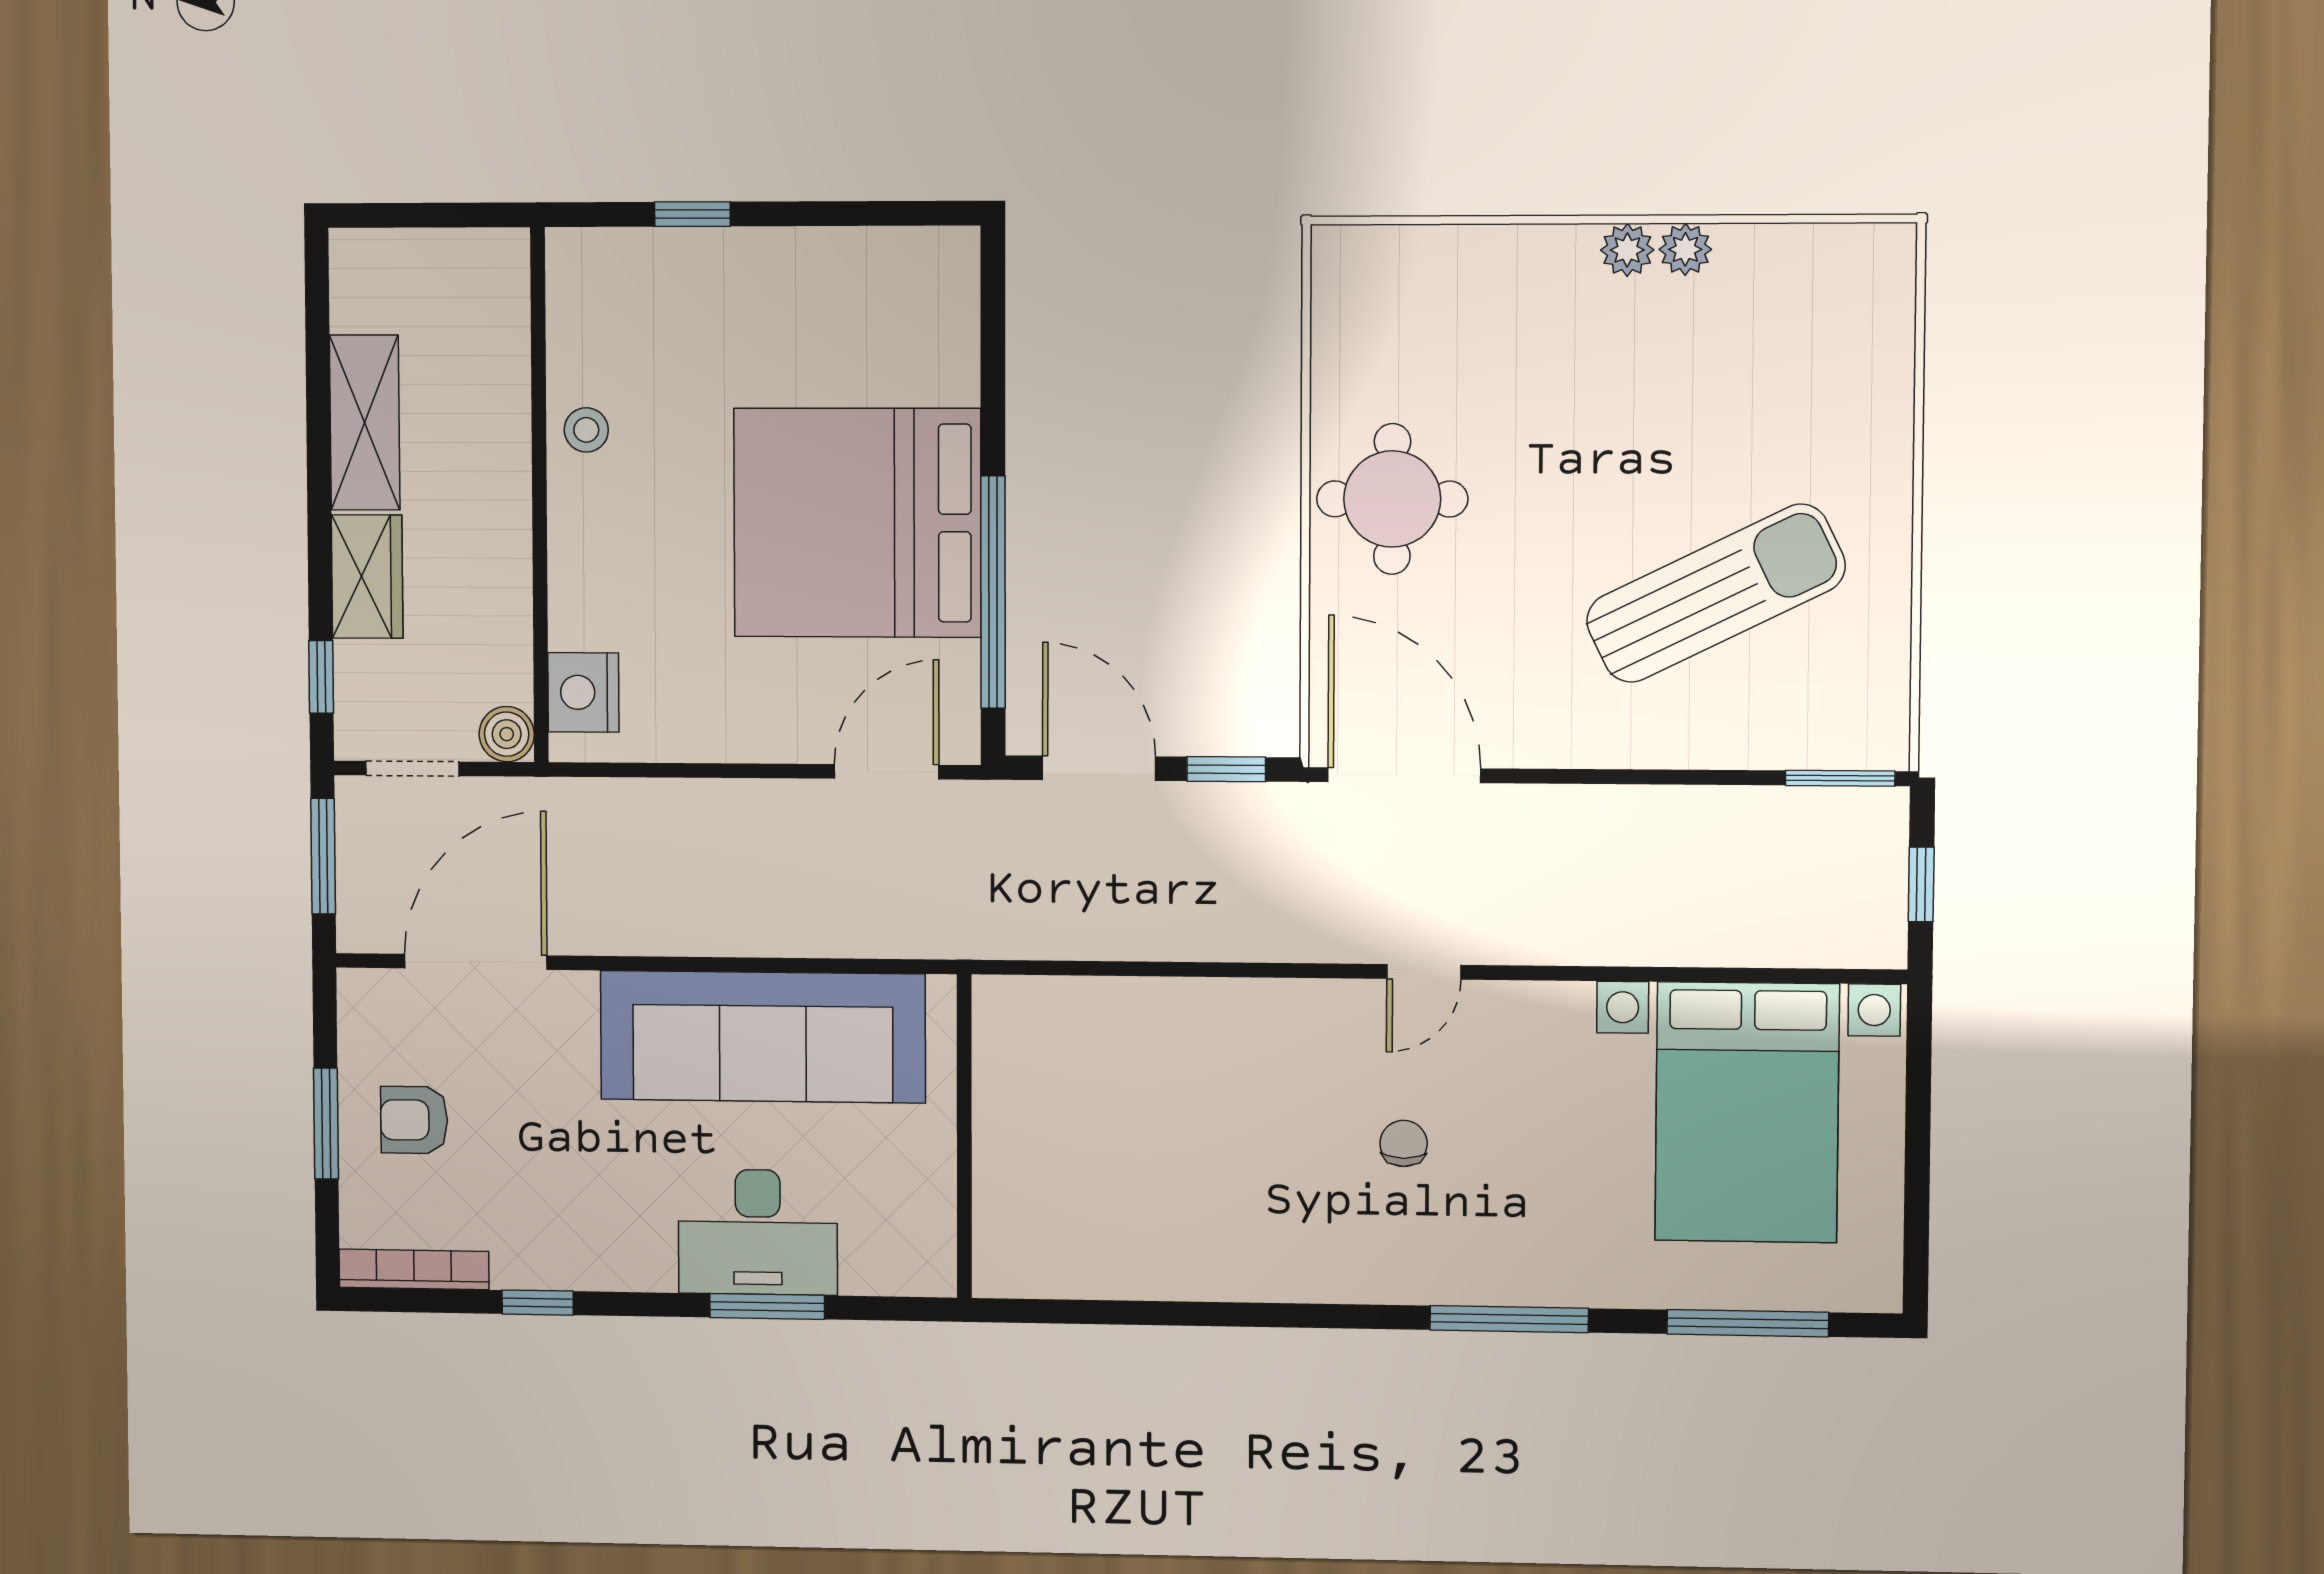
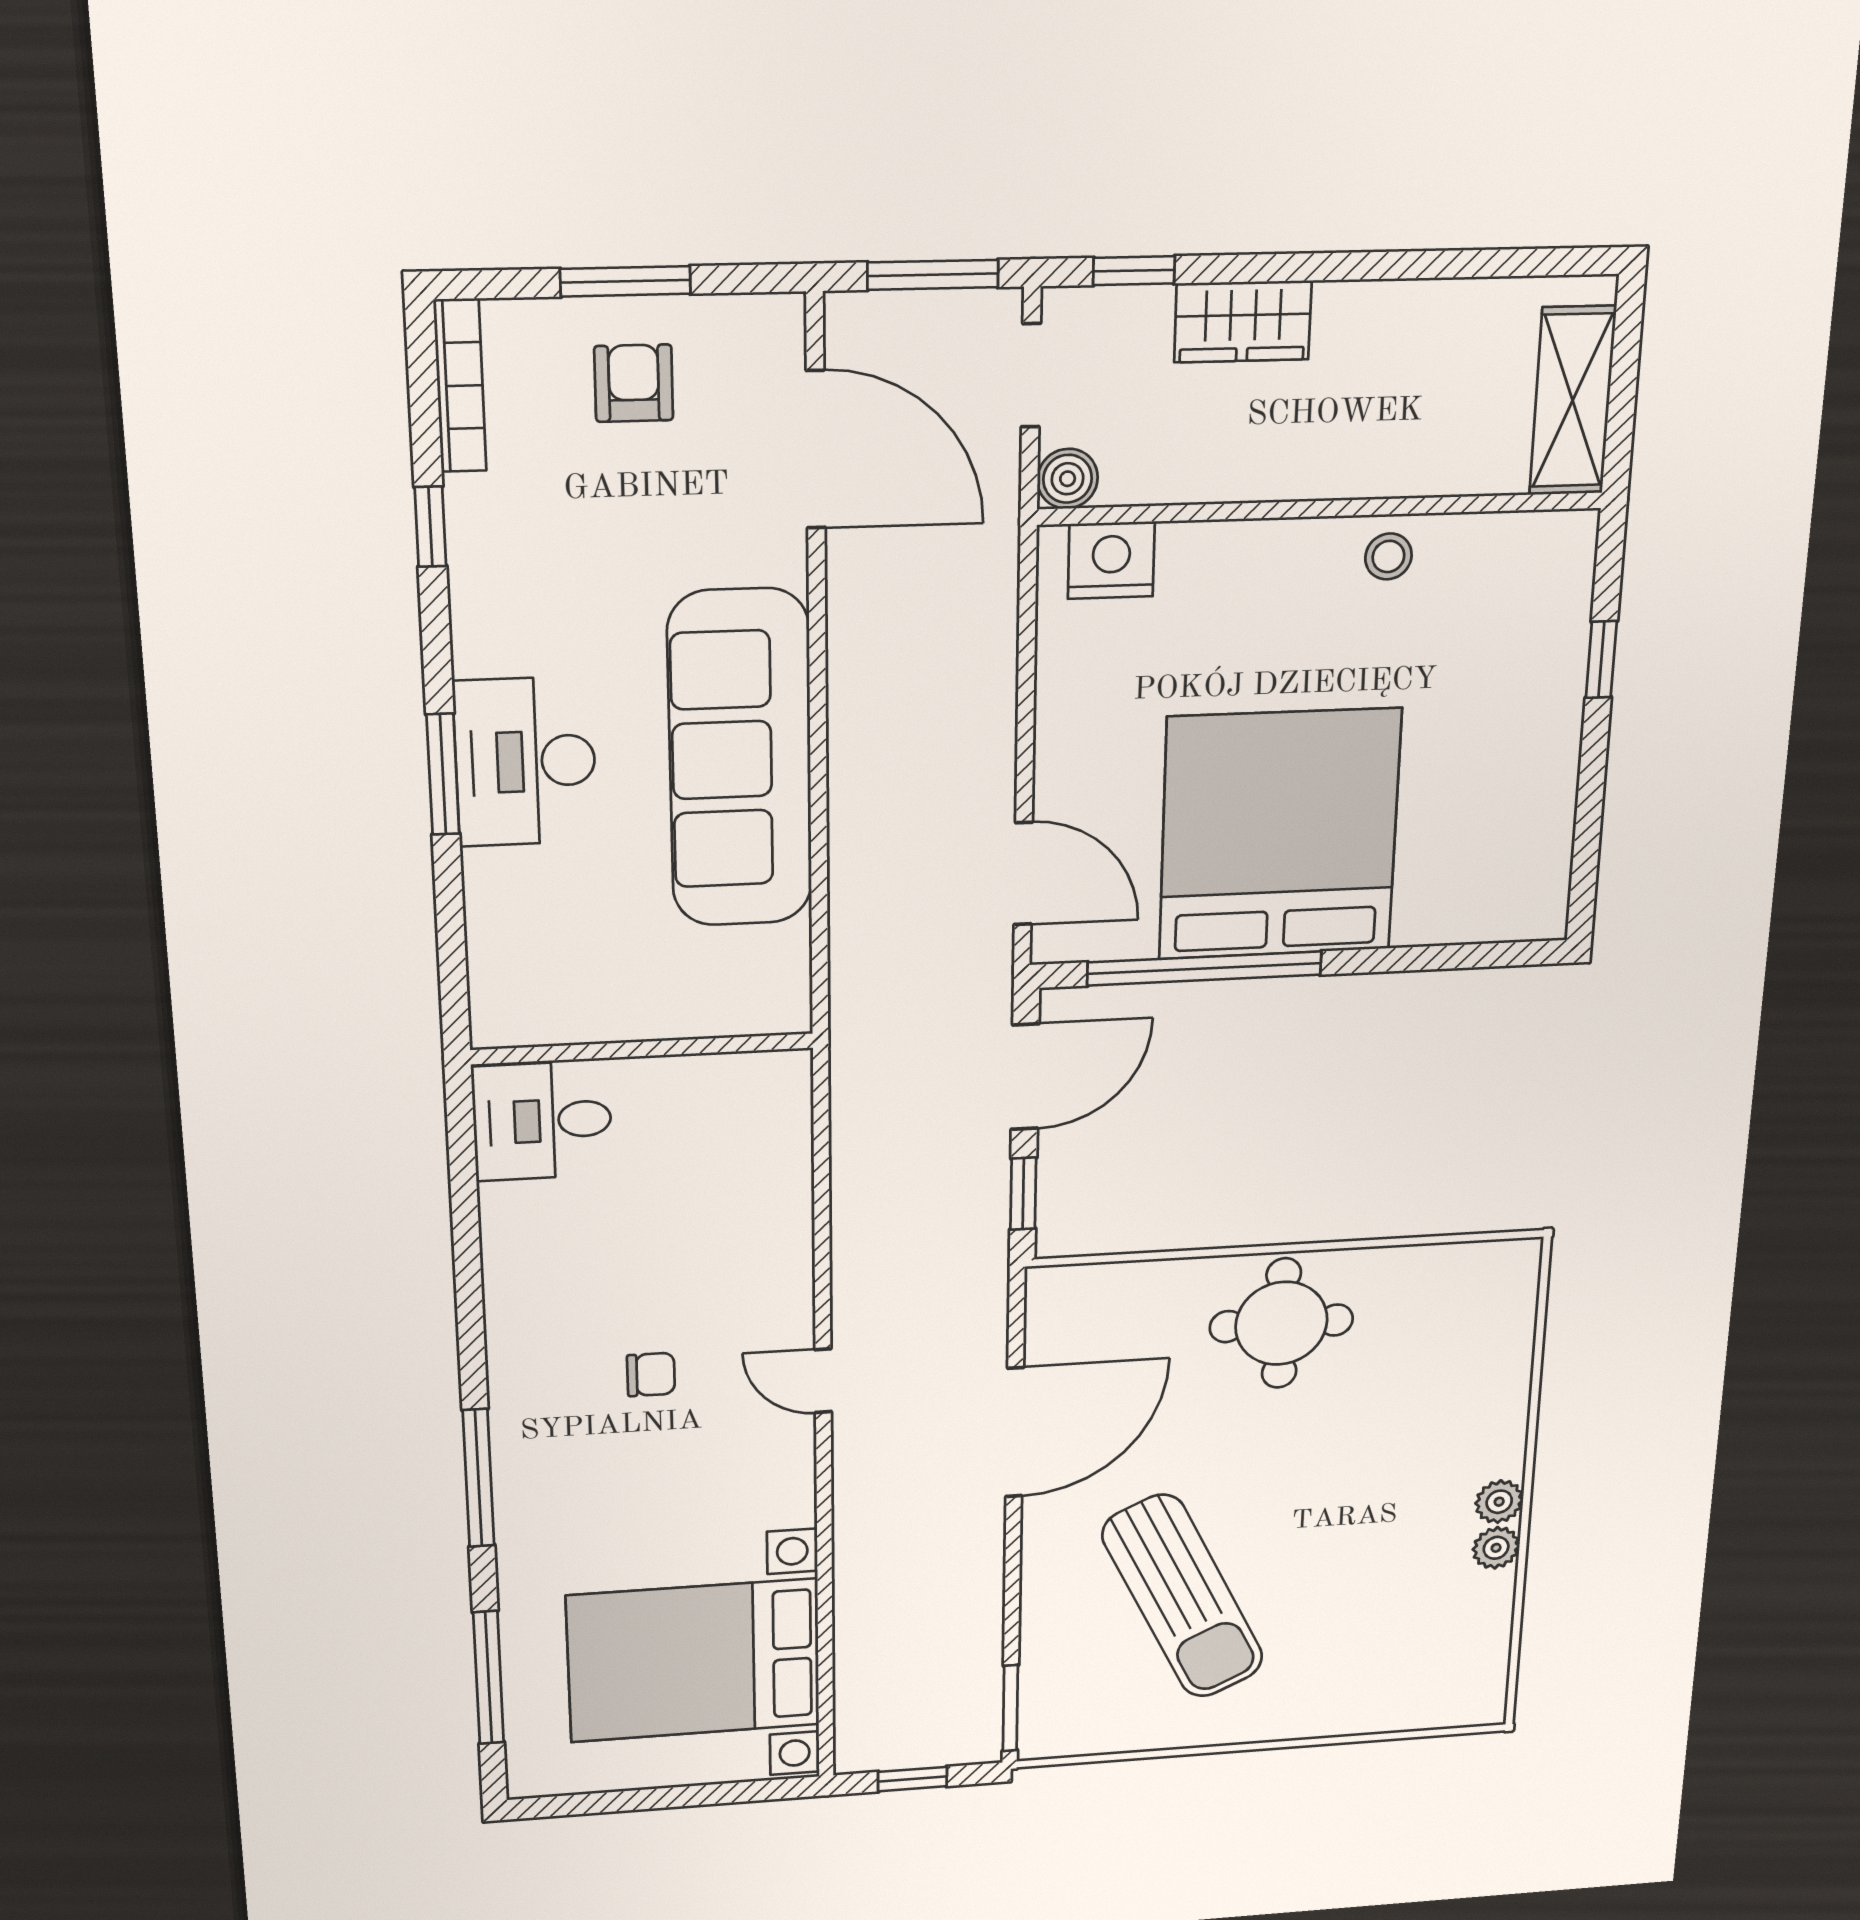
shelving: (365, 423) -> (1573, 400), moved, turned 90
door: (1404, 775) -> (1015, 1432), moved
wall: (964, 1136) -> (643, 1049), moved
desk: (1119, 1236) -> (542, 1121), added

